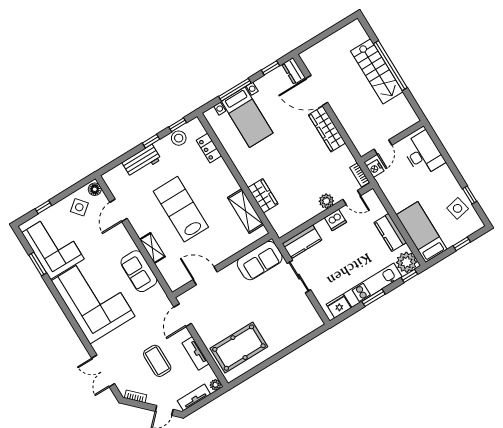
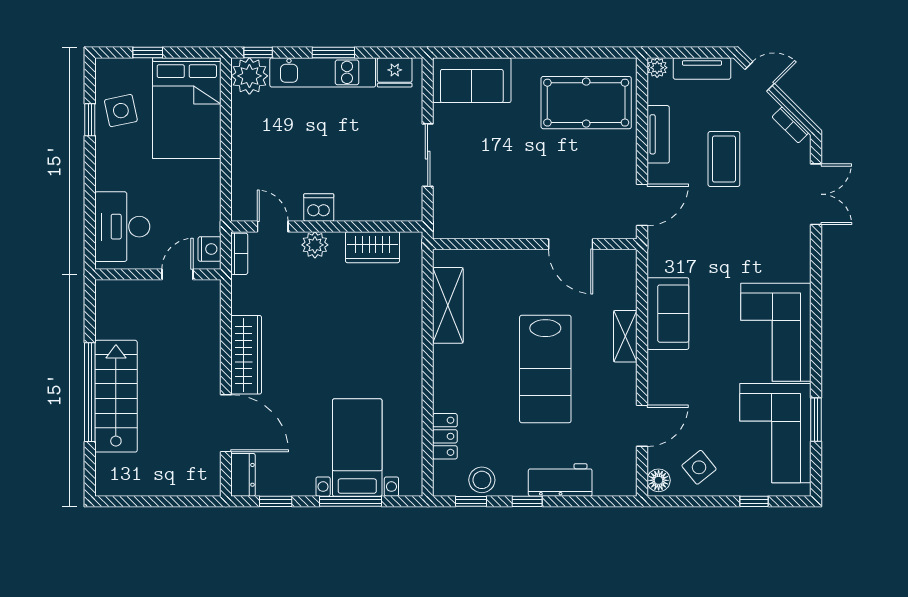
wardrobe: (263, 196) -> (373, 247), moved, turned -90
kitchen counter: (390, 232) -> (246, 137), removed
bed: (422, 232) -> (187, 108), width x1.50
kitchen counter: (302, 242) -> (390, 205), removed
sofa: (260, 261) -> (472, 80), moved, turned 180
corner sofa: (93, 299) -> (776, 332), width x0.73, depth x0.74

